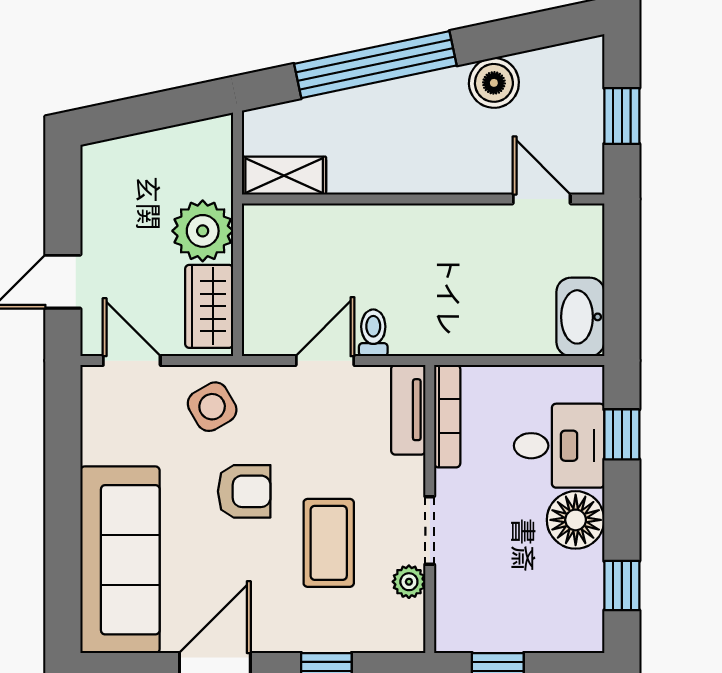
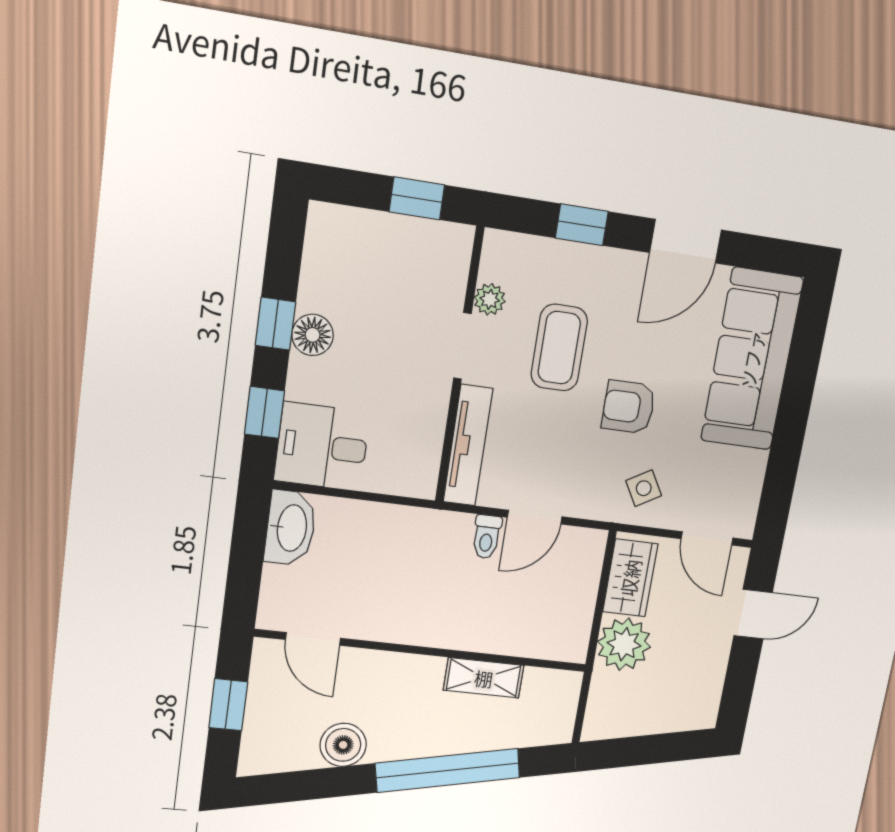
shelving: (284, 176) -> (484, 678), moved
side table: (212, 407) -> (644, 488), width x0.73, depth x0.73
tv unit: (408, 410) -> (468, 445), width x1.41
bookcase: (447, 416) -> (430, 452), removed
desk: (559, 446) -> (322, 447), moved
floor lamp: (576, 520) -> (313, 335), width x0.73, depth x0.73
window: (622, 586) -> (275, 324), moved

